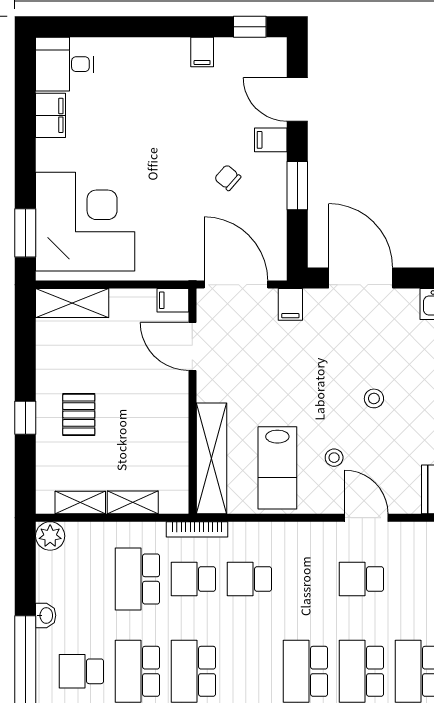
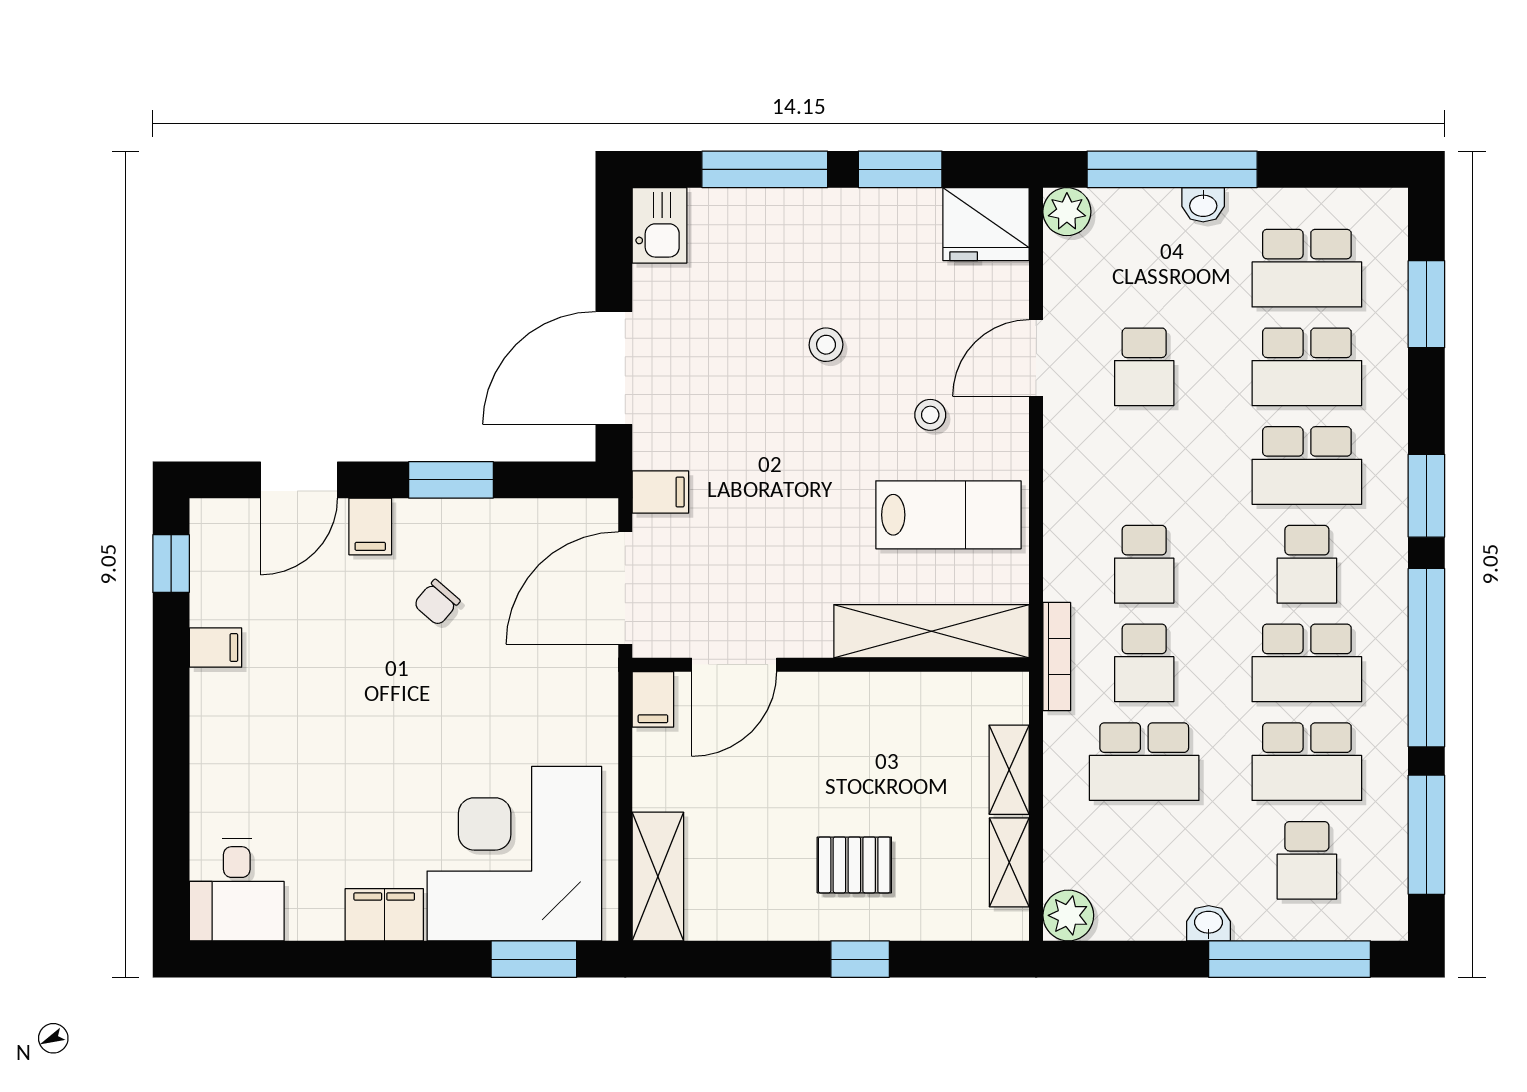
filing cabinet: (51, 115) -> (384, 915), moved
school desk: (249, 671) -> (1307, 564), added

